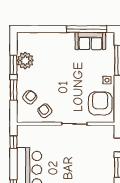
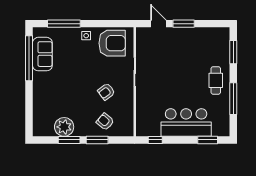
armchair: (100, 103) -> (112, 43), turned 180
armchair: (45, 111) -> (106, 92), moved

